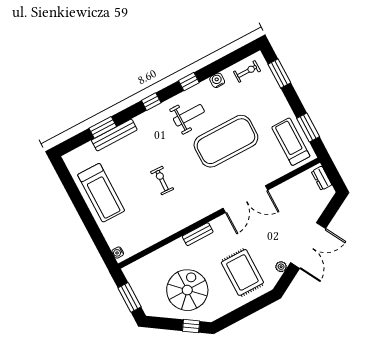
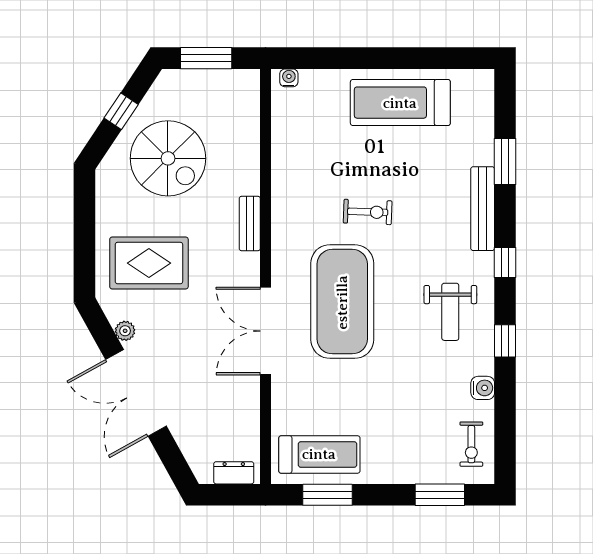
bench: (114, 135) -> (483, 209), moved
exercise mat: (226, 141) -> (342, 302), moved
window: (191, 326) -> (121, 111), moved

